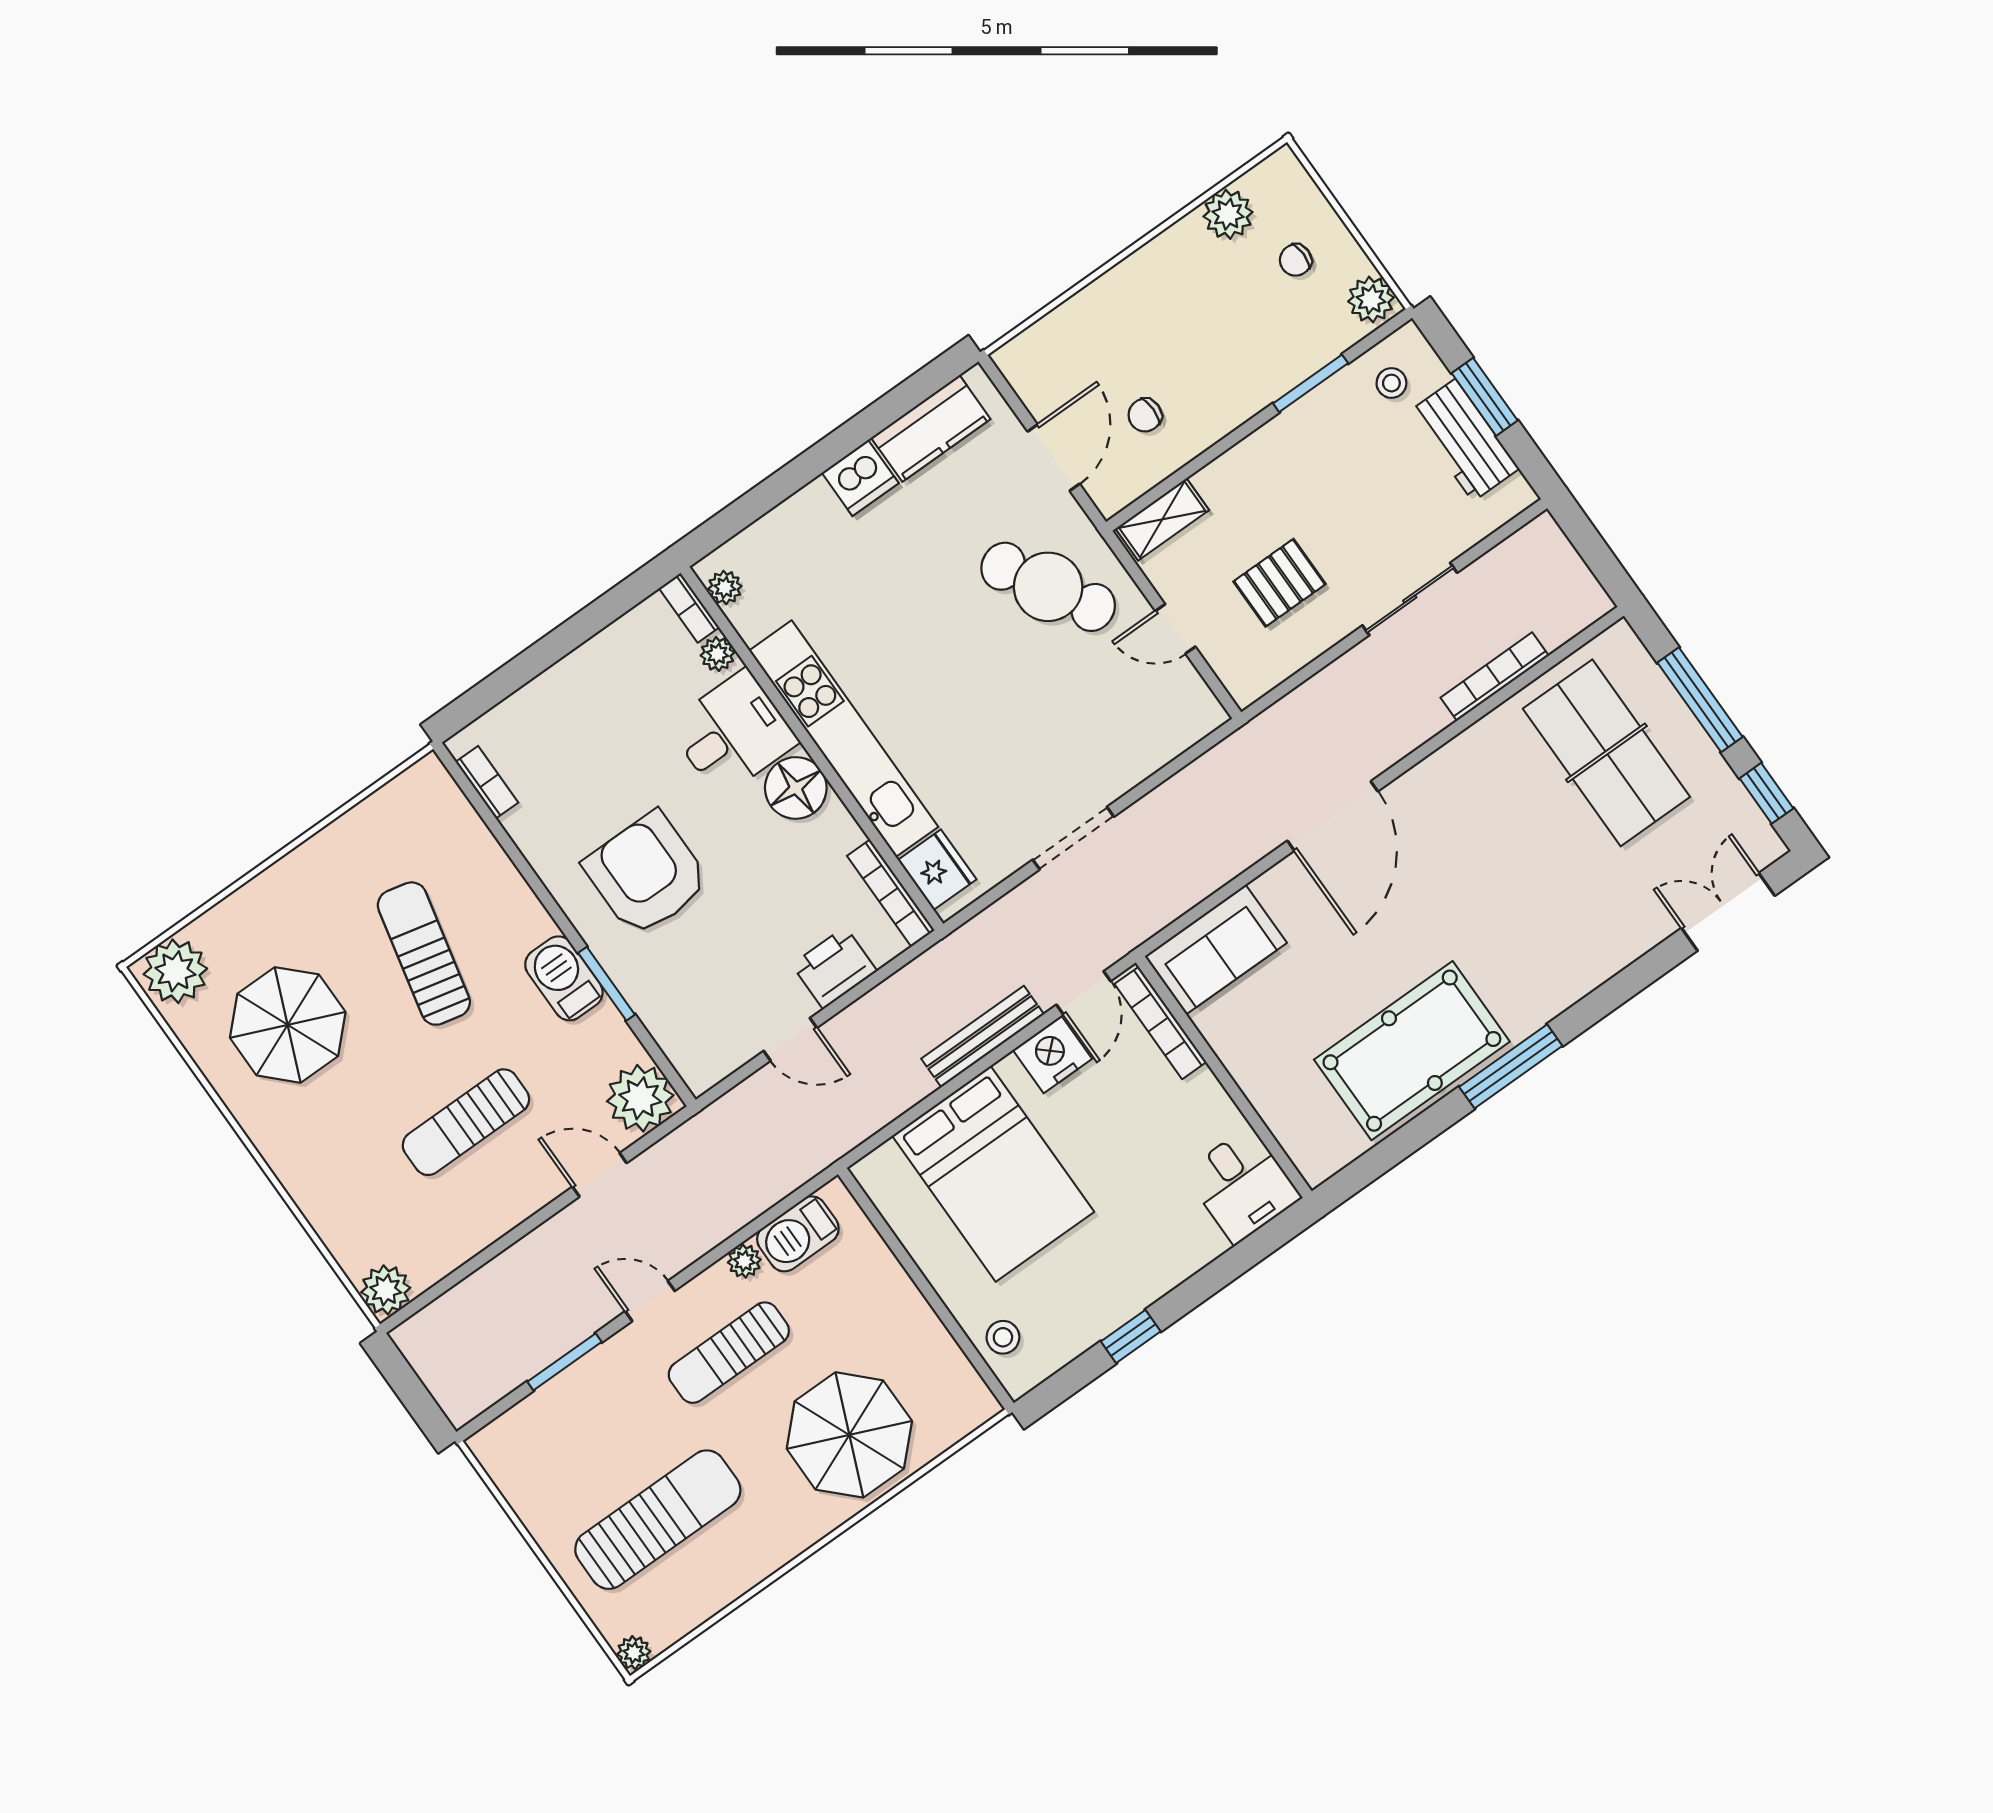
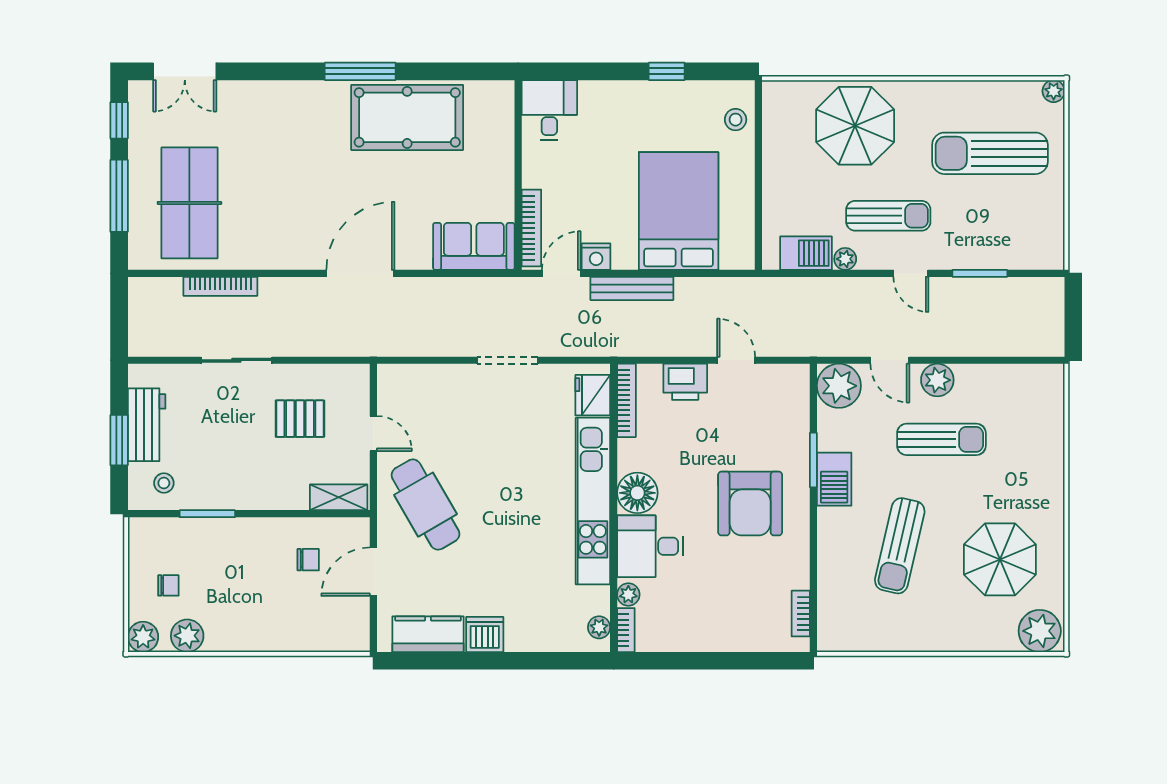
plant: (1371, 299) -> (143, 637), moved
nightstand: (1052, 1054) -> (596, 257), width x0.74, depth x0.75
plant: (386, 1290) -> (937, 380), moved

